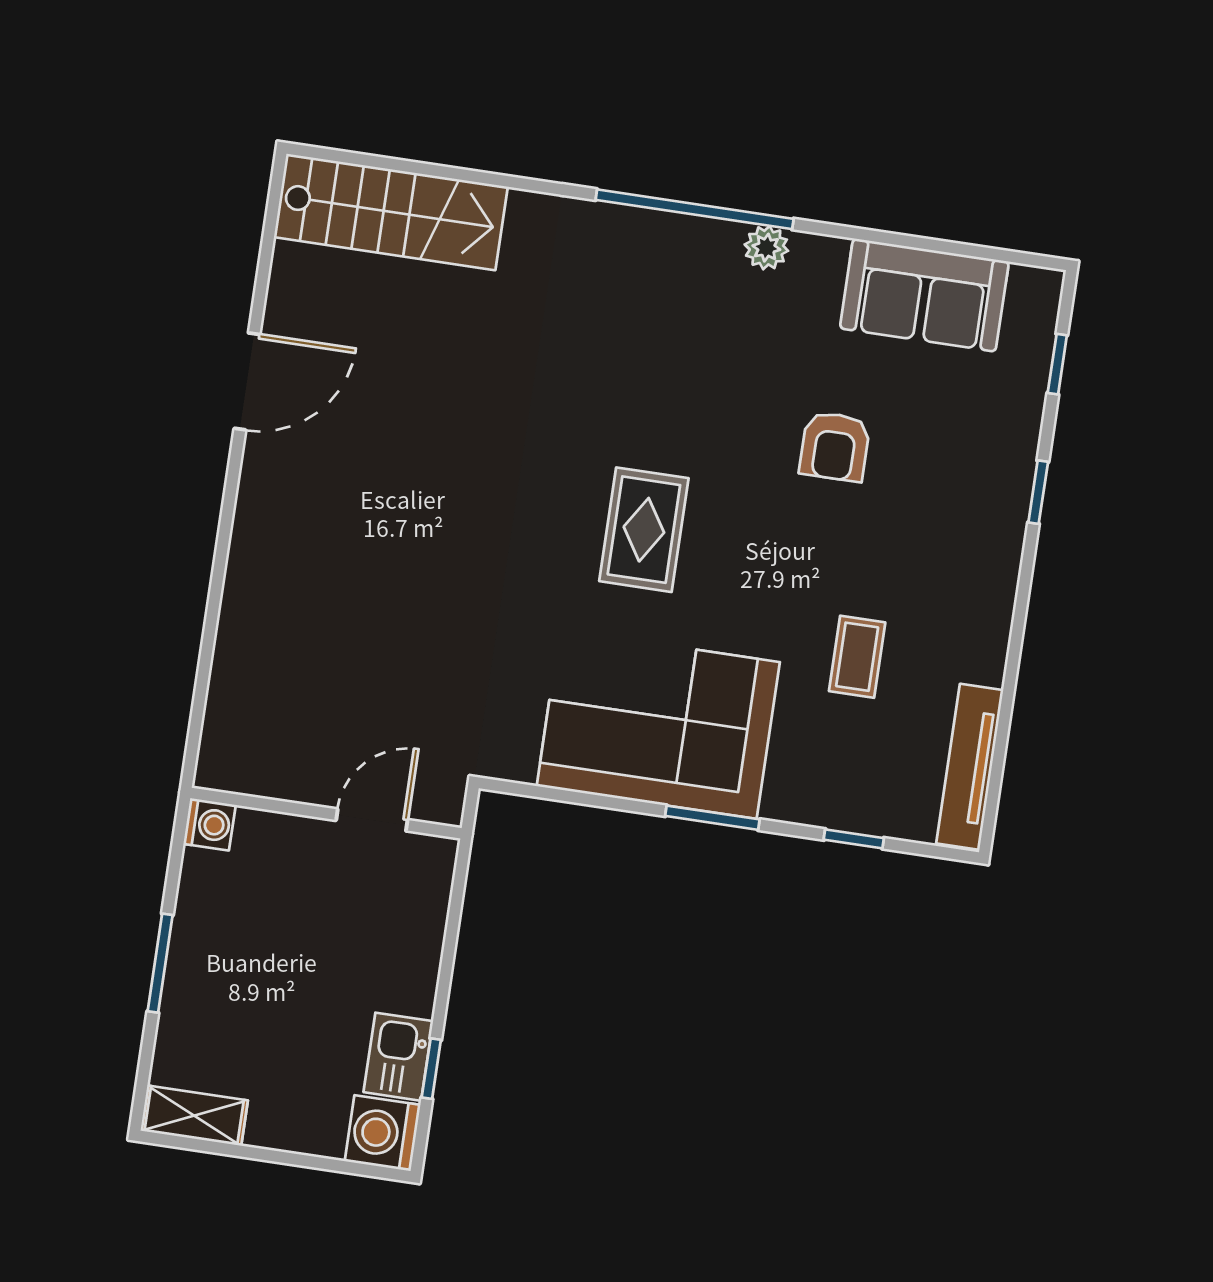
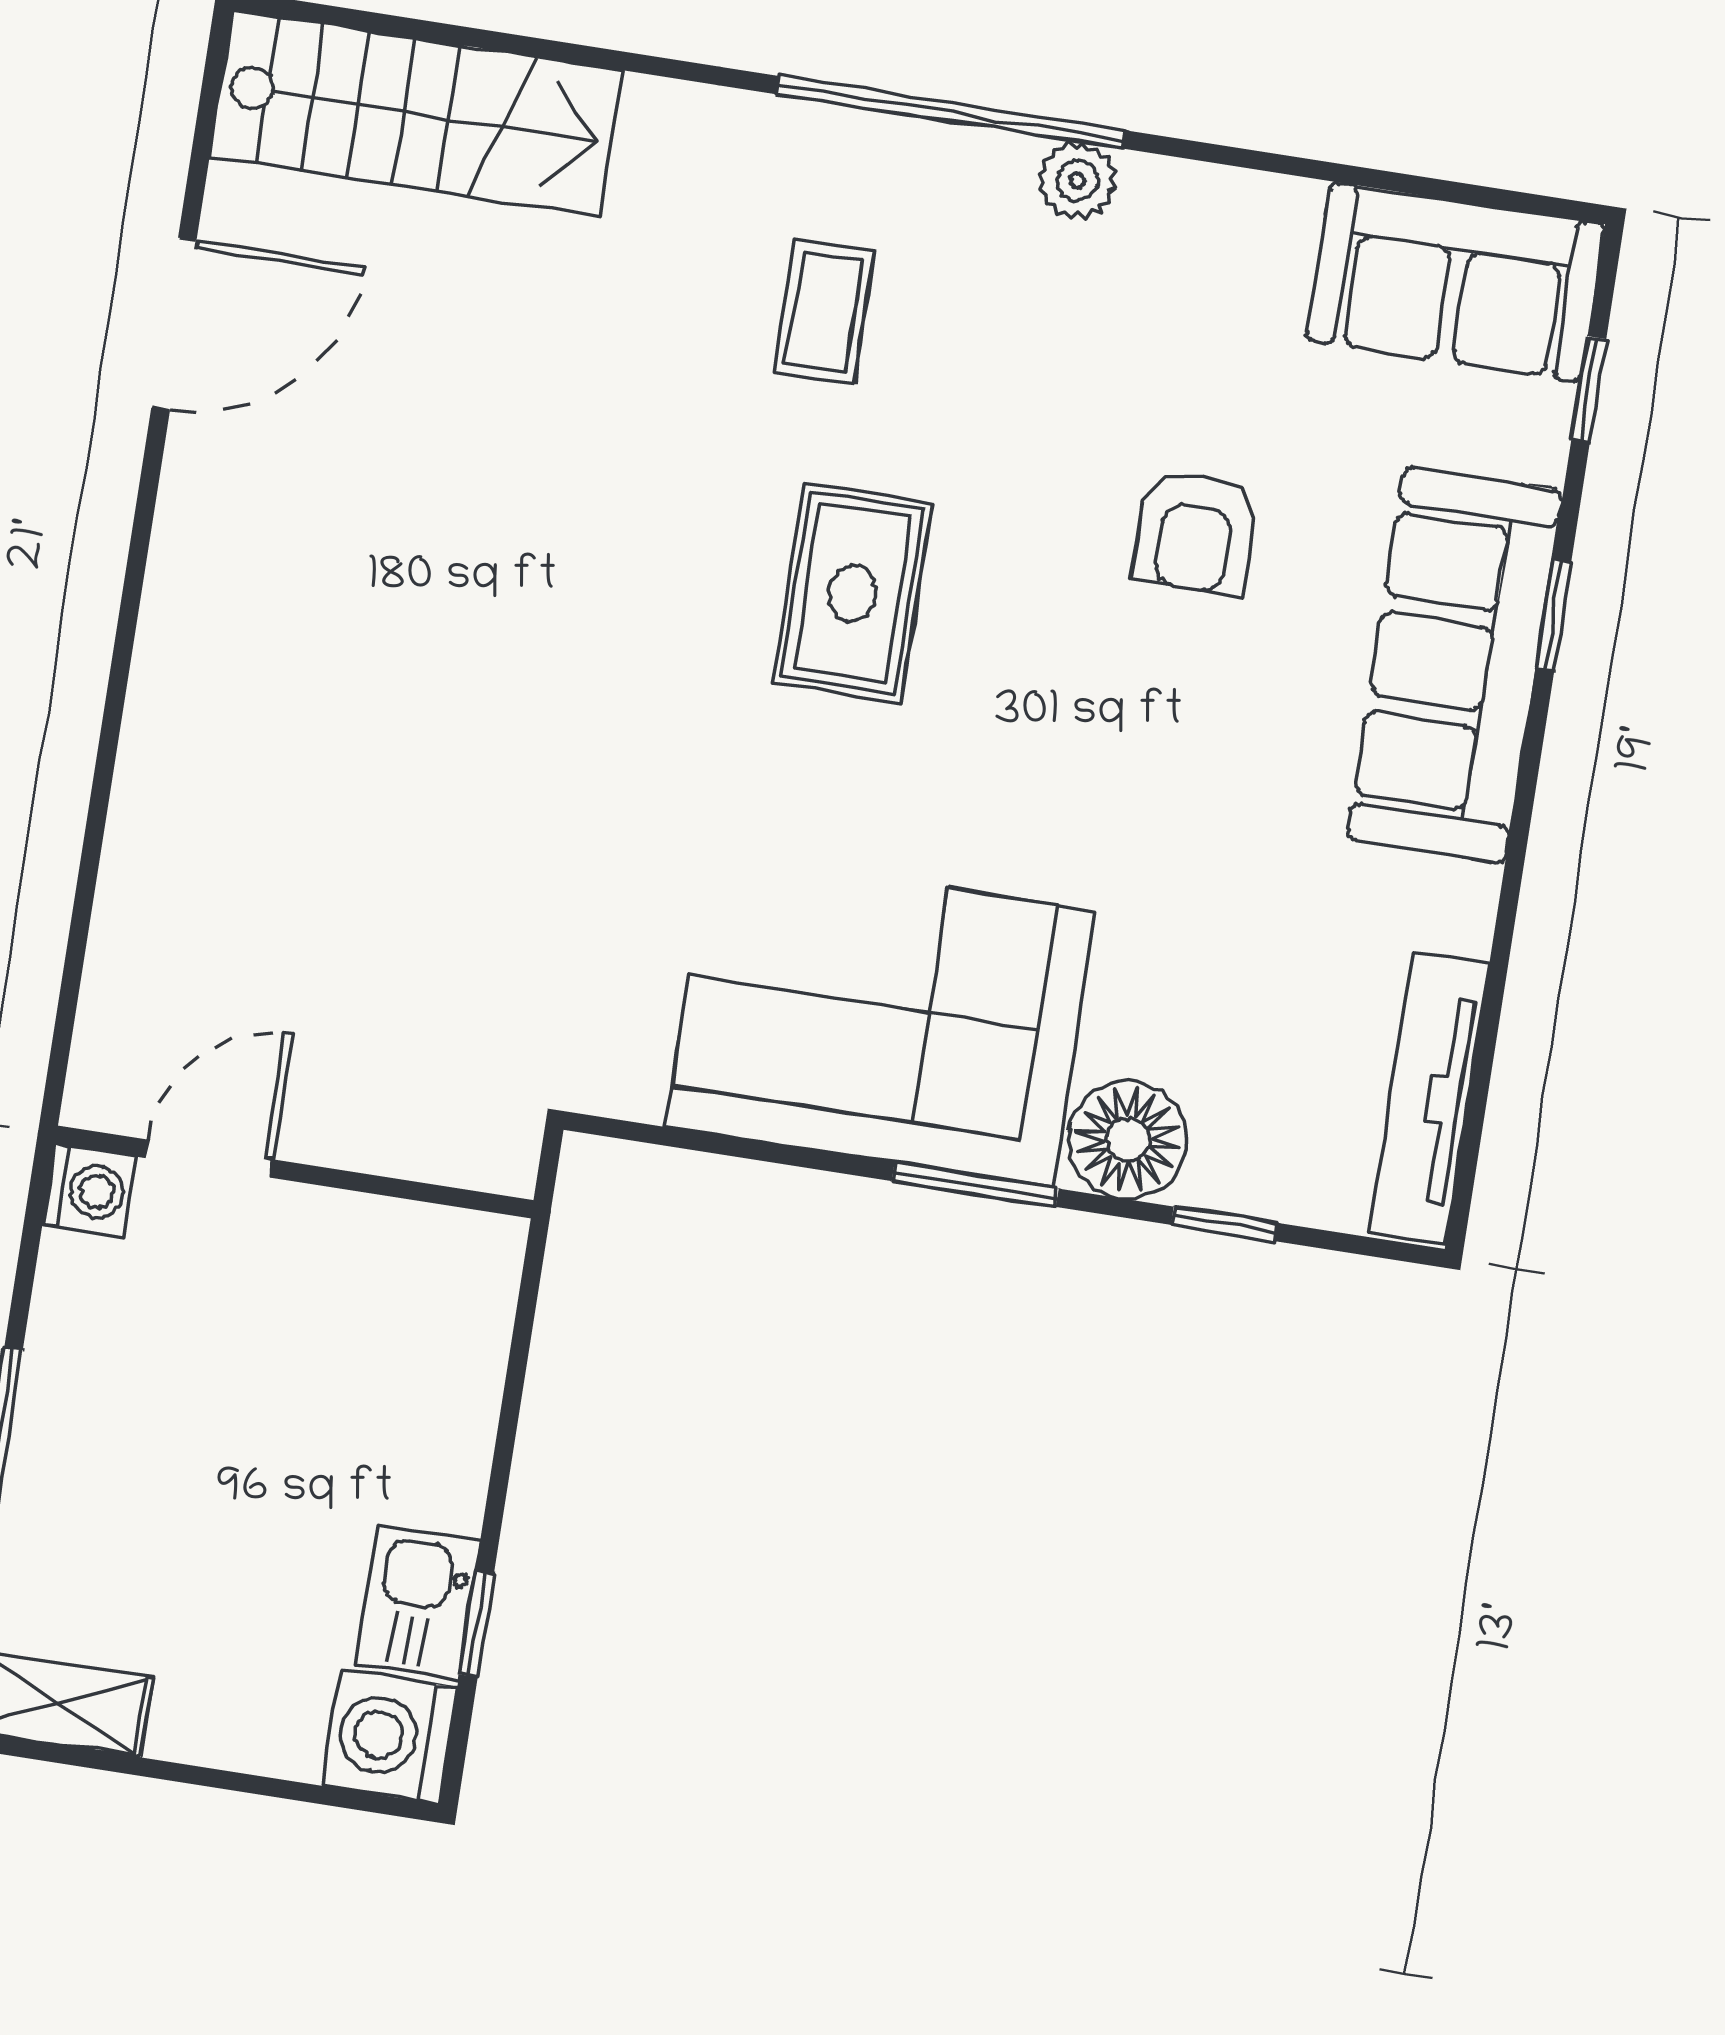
sofa: (924, 295) -> (1456, 282), moved
door: (247, 381) -> (174, 324), moved
sofa: (983, 521) -> (1455, 665), added
rug: (644, 530) -> (852, 593), moved
coffee table: (857, 657) -> (825, 311), moved
floor lamp: (799, 791) -> (1128, 1140), added
door: (372, 820) -> (209, 1159), moved

